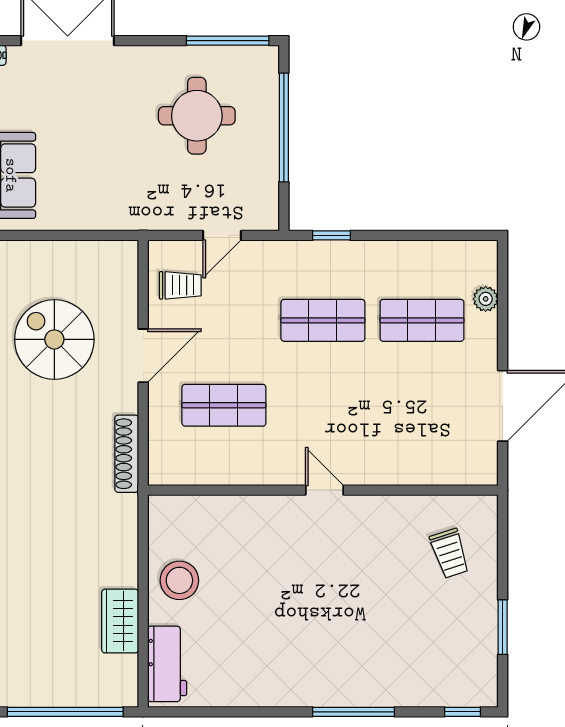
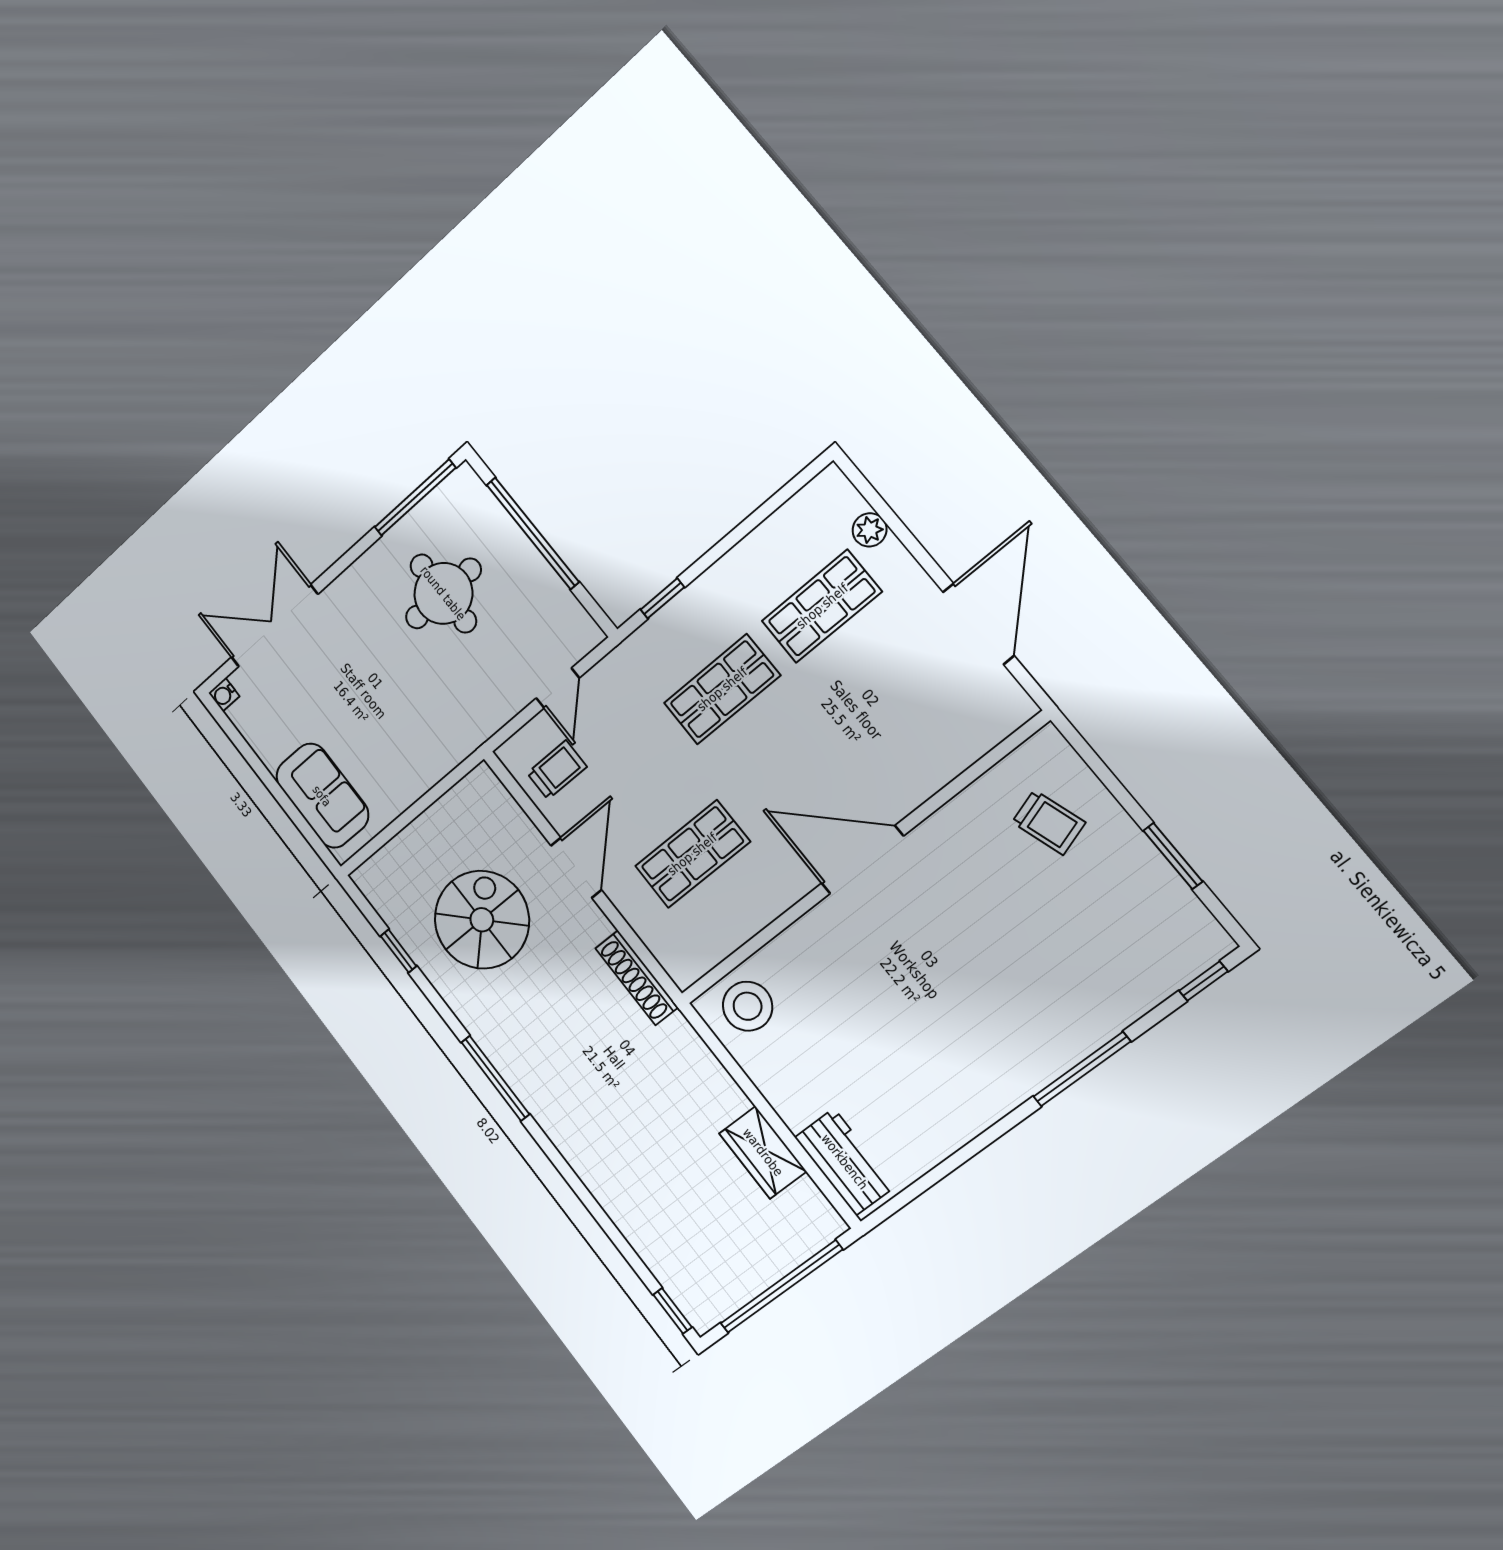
spiral stairs: (54, 339) -> (482, 920), turned 90
door: (325, 490) -> (862, 860), width x1.87
stool: (179, 580) -> (748, 1006), moved

